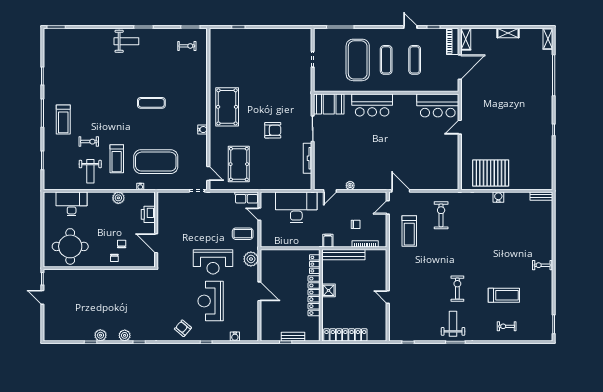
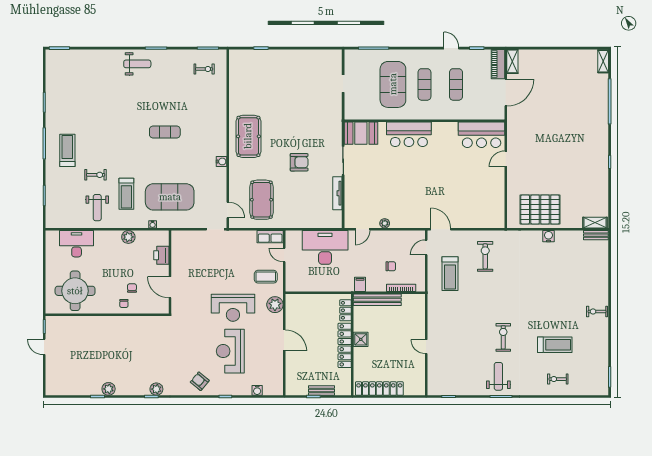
shelving: (508, 33) -> (595, 223), moved
treadmill: (63, 119) -> (67, 150), turned 180
plant: (125, 335) -> (156, 389), moved

